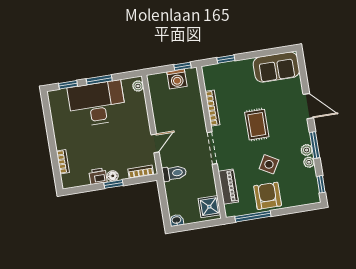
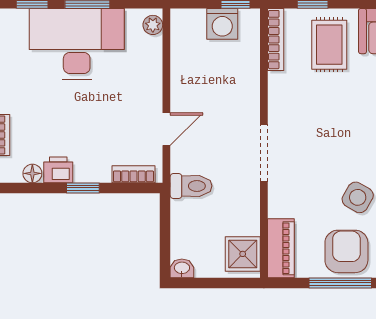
bookcase: (213, 108) -> (276, 40), moved
rug: (257, 125) -> (329, 45), moved
floor lamp: (113, 176) -> (32, 173), moved
piano: (228, 187) -> (281, 248), moved
window: (253, 216) -> (340, 283), moved

